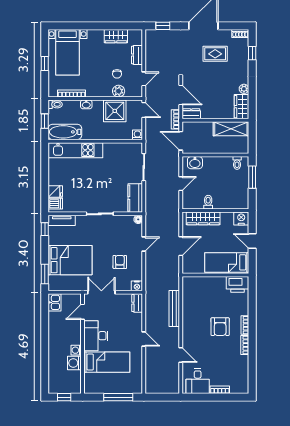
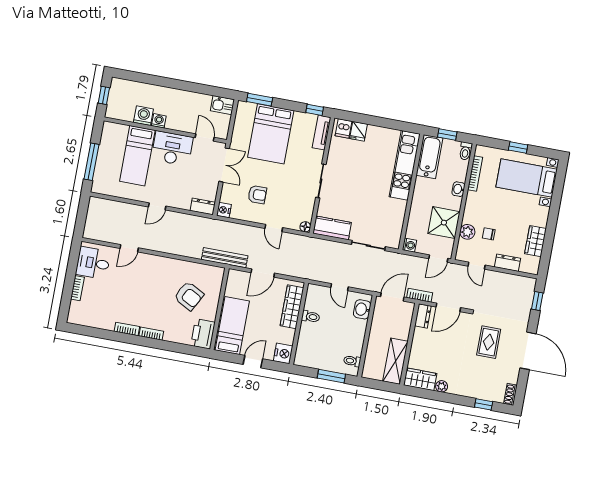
rug: (215, 54) -> (489, 342), moved
door: (181, 246) -> (263, 273), hinge flipped
bench: (174, 308) -> (225, 258), moved
armchair: (220, 327) -> (189, 296), moved, turned -152

